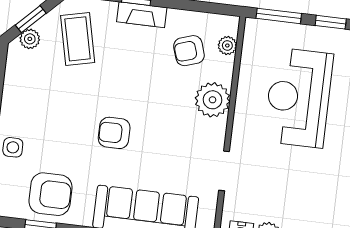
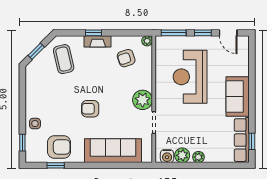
plant: (30, 39) -> (37, 62), removed
plant: (227, 45) -> (147, 41), moved
plant: (213, 100) -> (143, 100), moved

